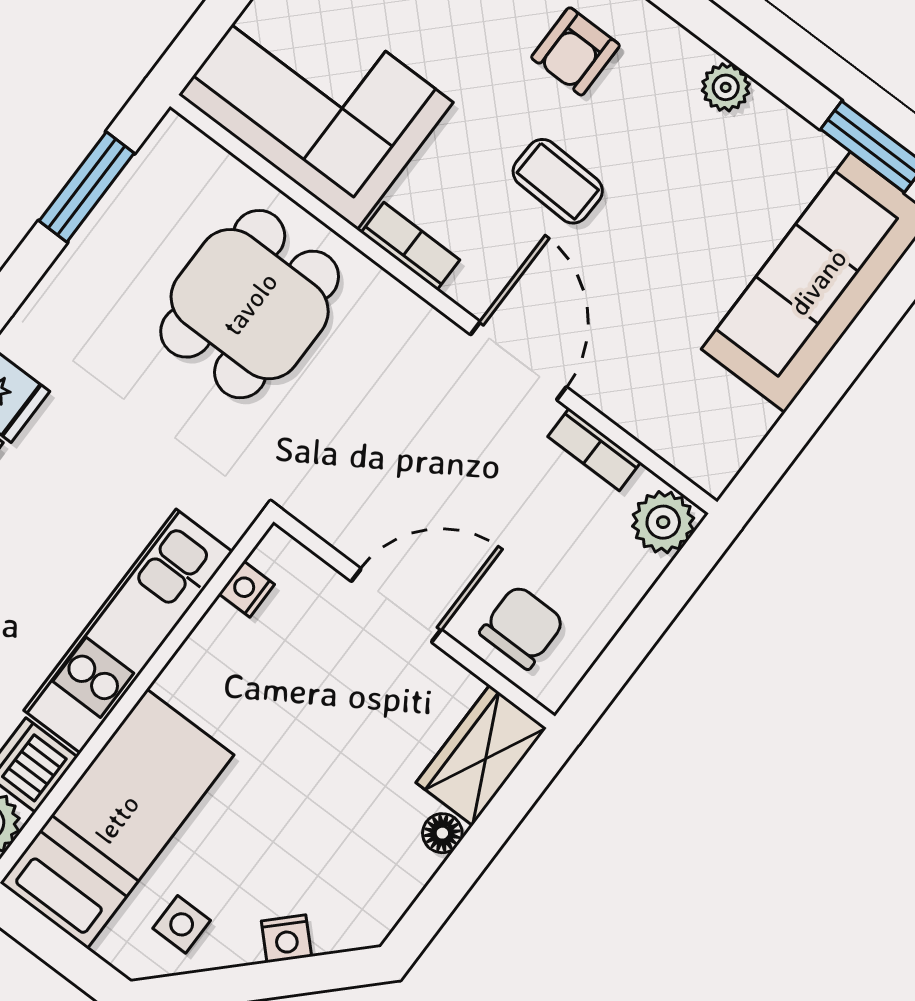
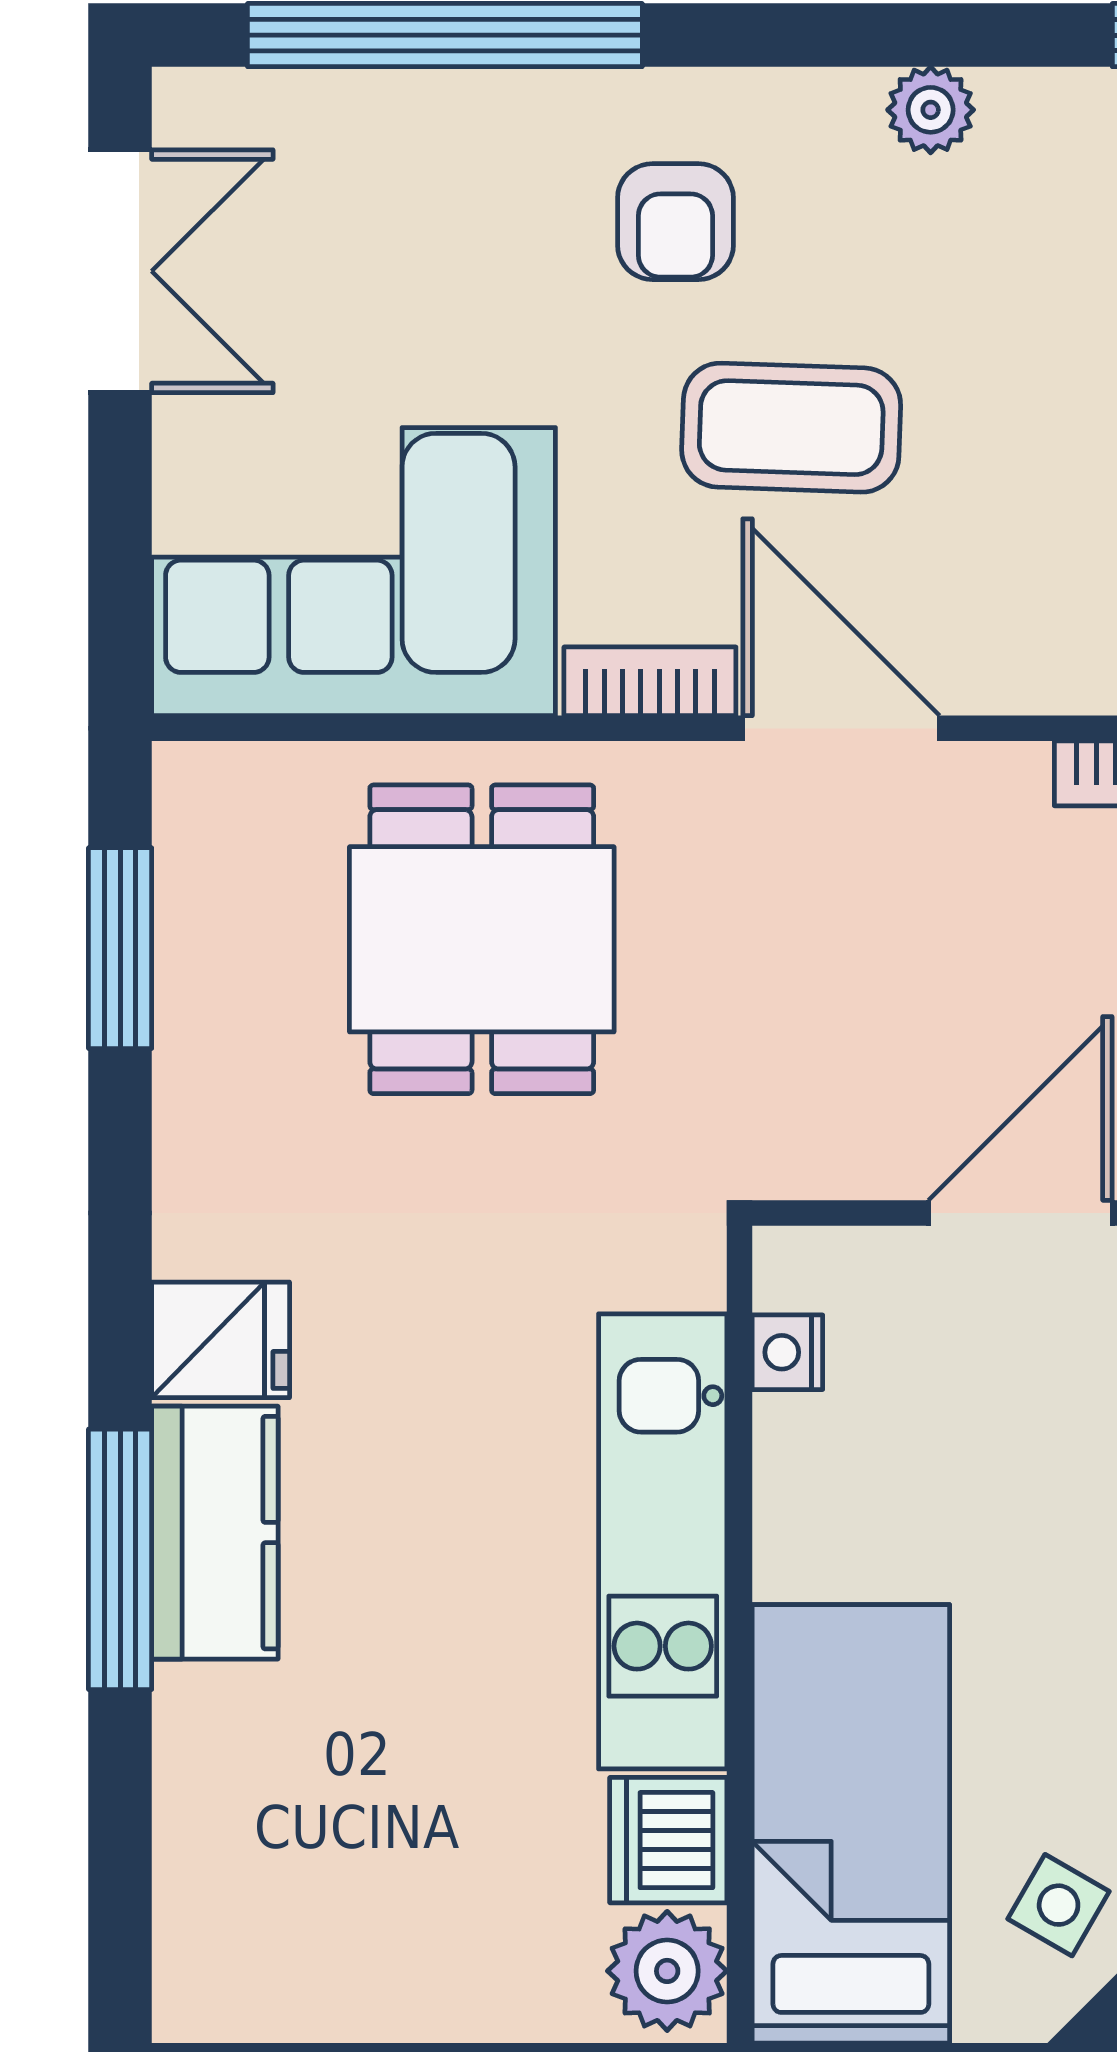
coffee table: (558, 181) -> (791, 428), width x1.36, depth x1.30
door: (519, 361) -> (841, 728), moved
side table: (182, 924) -> (1059, 1905), turned 30

